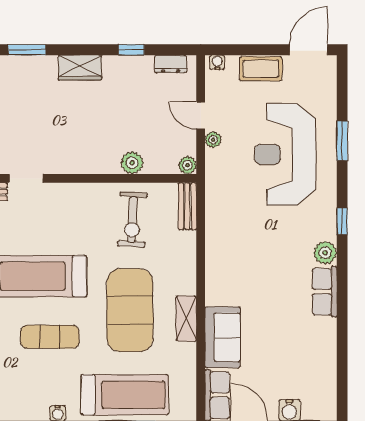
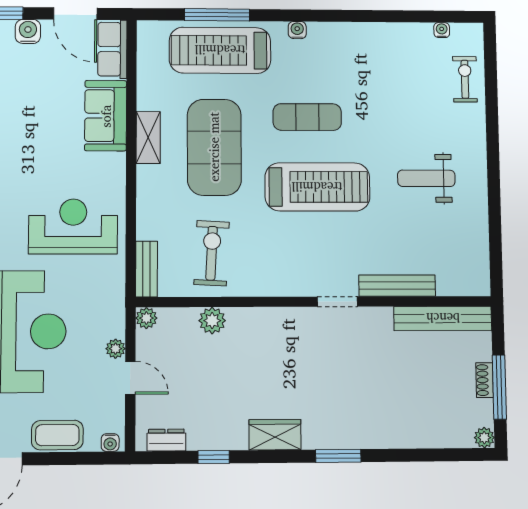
reception desk: (249, 242) -> (73, 226), added

